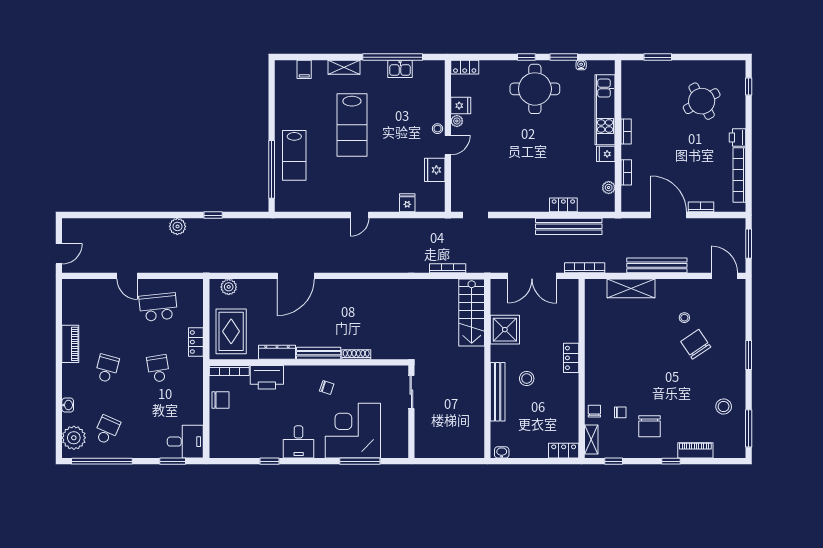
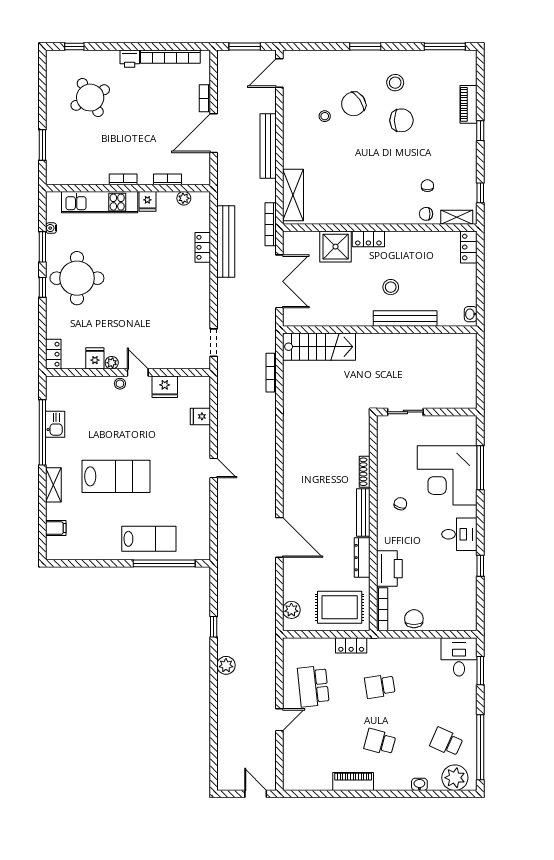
shelving: (631, 288) -> (293, 195), moved
shower: (505, 330) -> (336, 247), moved
stool: (724, 407) -> (395, 83), moved
chair: (650, 426) -> (401, 120), moved

